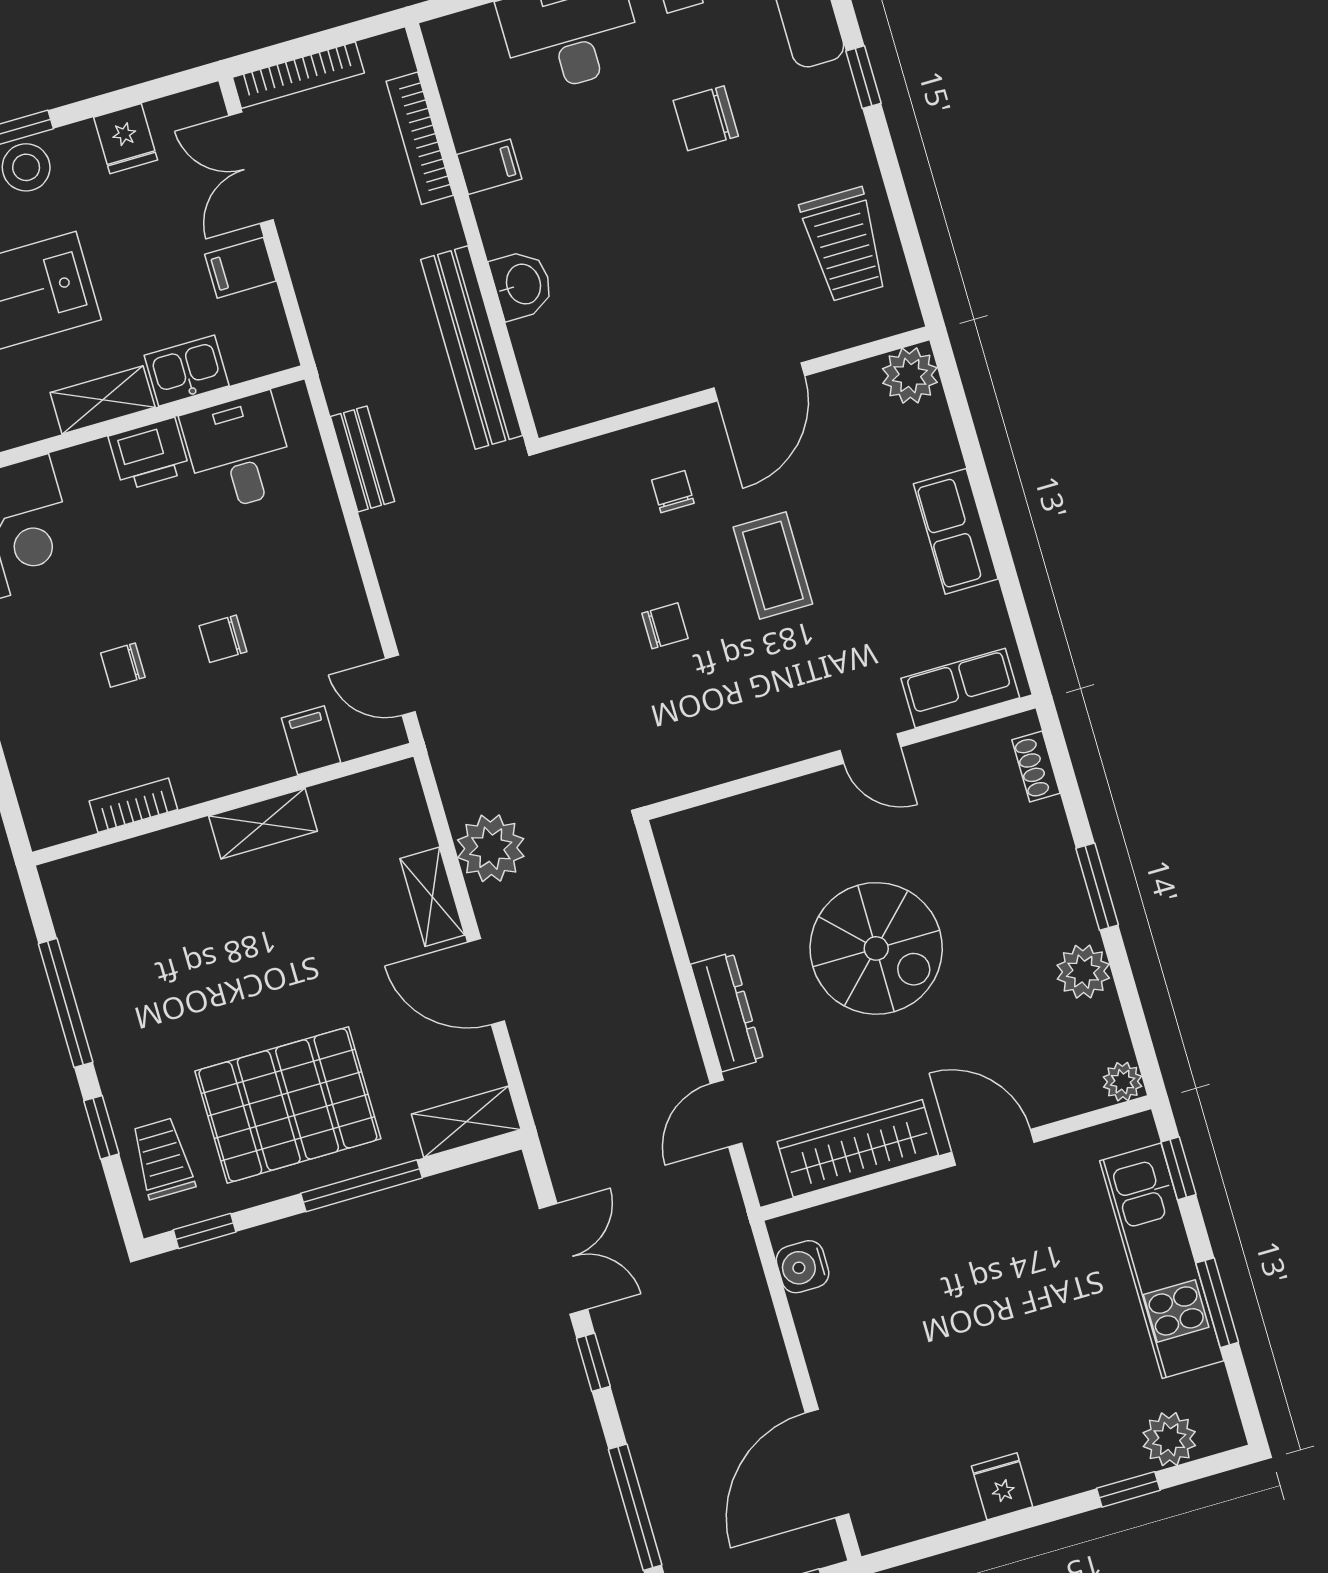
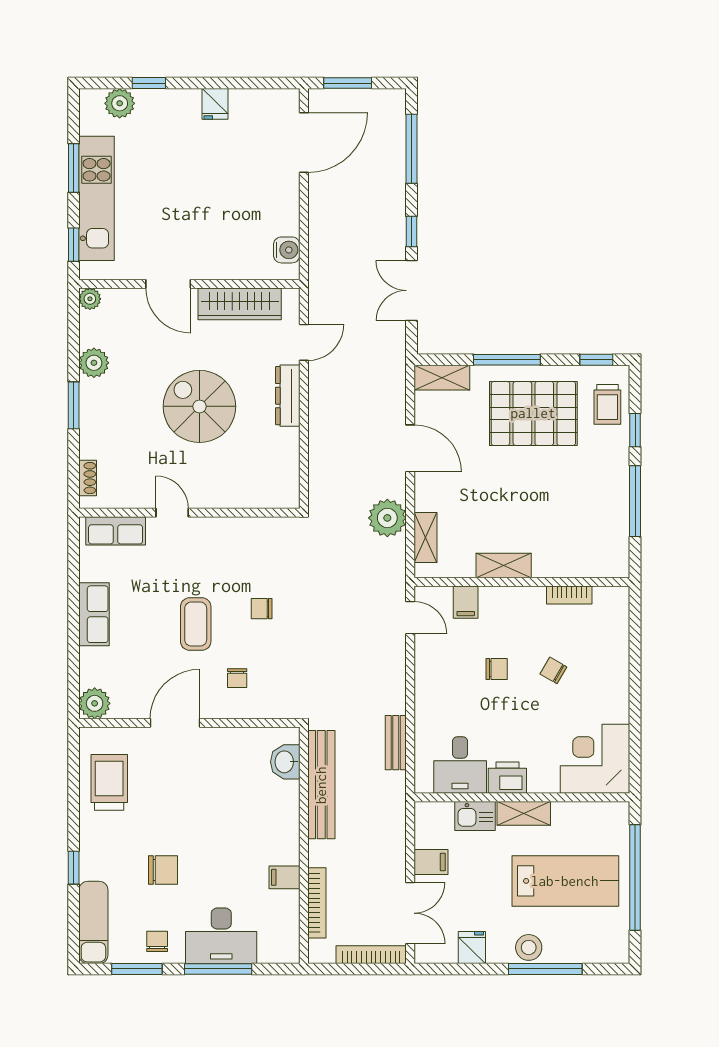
washbasin: (522, 285) -> (285, 762), moved
chair: (123, 665) -> (553, 670), turned -150
shelving: (432, 897) -> (426, 538), moved

